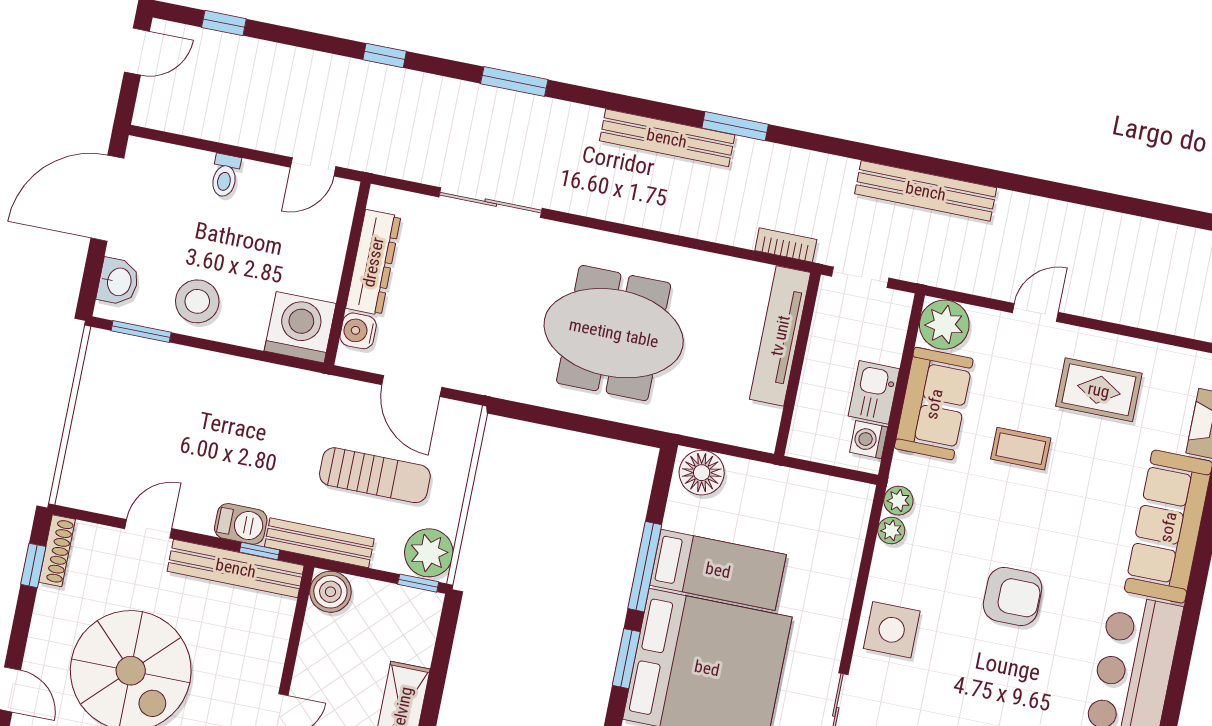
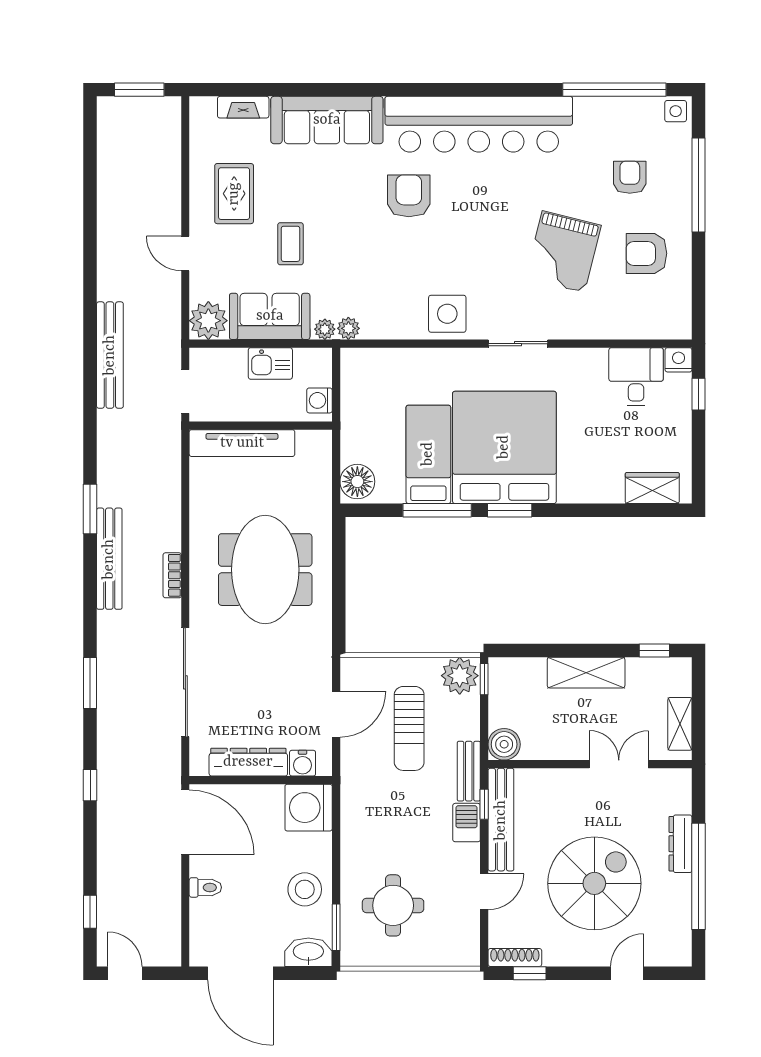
door: (313, 167) -> (185, 822), width x1.87
sliding door: (491, 203) -> (185, 682), width x1.36
bookcase: (786, 245) -> (172, 575), moved
washbasin: (118, 282) -> (308, 952), width x1.38
round table: (154, 409) -> (393, 905), added
washing machine: (869, 440) -> (320, 400), moved, turned 90
sun lounger: (375, 475) -> (409, 728), turned 180
door: (148, 529) -> (484, 892), swing flipped
plant: (891, 531) -> (325, 329), moved
bench: (319, 543) -> (469, 771), width x0.73
armchair: (1013, 596) -> (409, 196), moved

